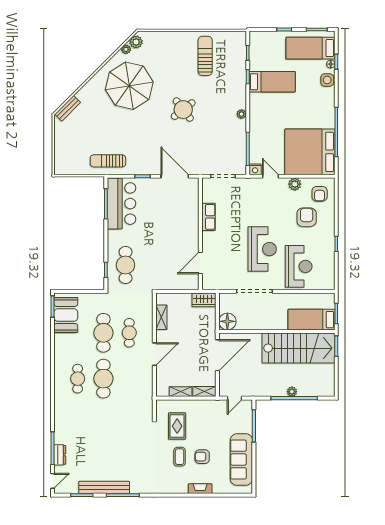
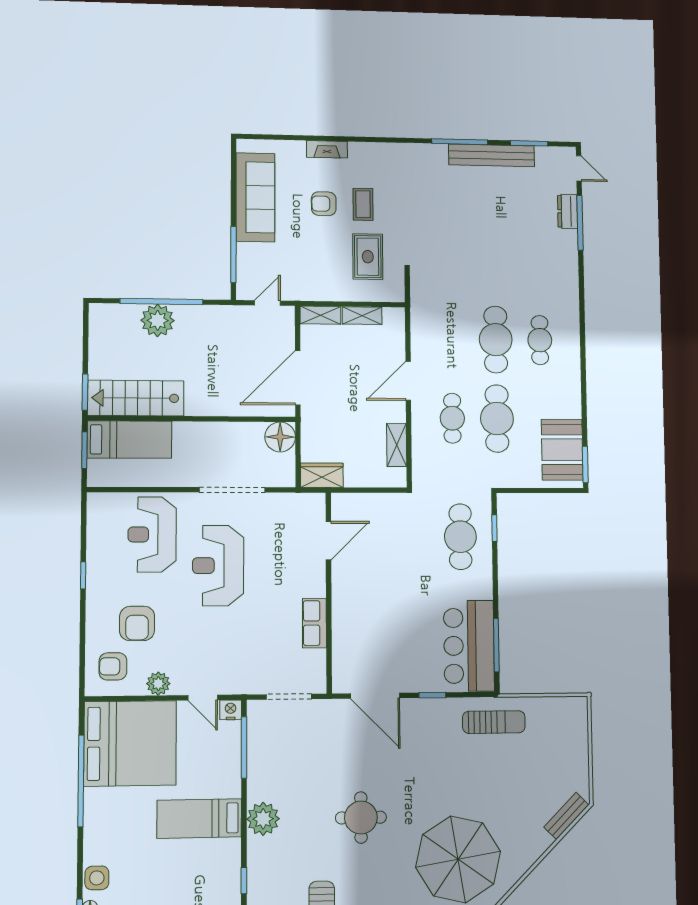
bed: (272, 82) -> (199, 818), moved
round table: (183, 110) -> (361, 818), turned 38
plant: (241, 114) -> (263, 819), width x1.87, depth x1.87
armchair: (320, 194) -> (113, 666), turned -90
stairs: (299, 348) -> (136, 398), width x0.73, depth x0.66
plant: (292, 392) -> (158, 320), width x1.87, depth x1.87
armchair: (202, 457) -> (324, 204), turned 180
door: (53, 481) -> (579, 168), swing flipped

